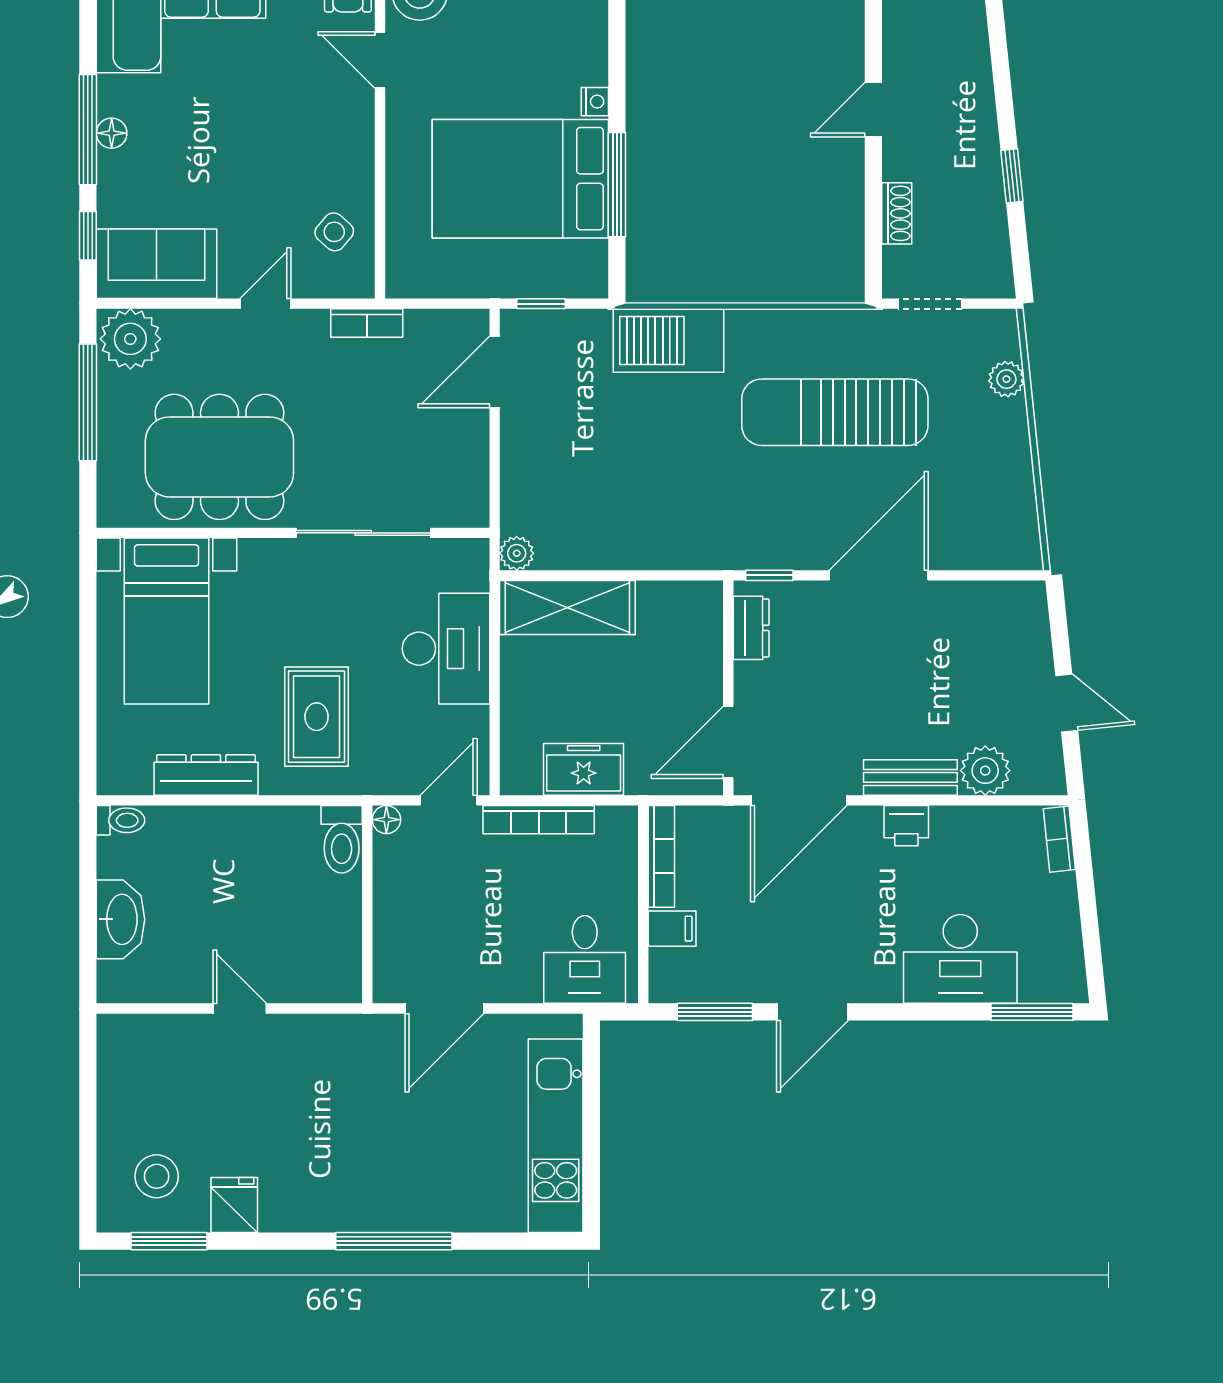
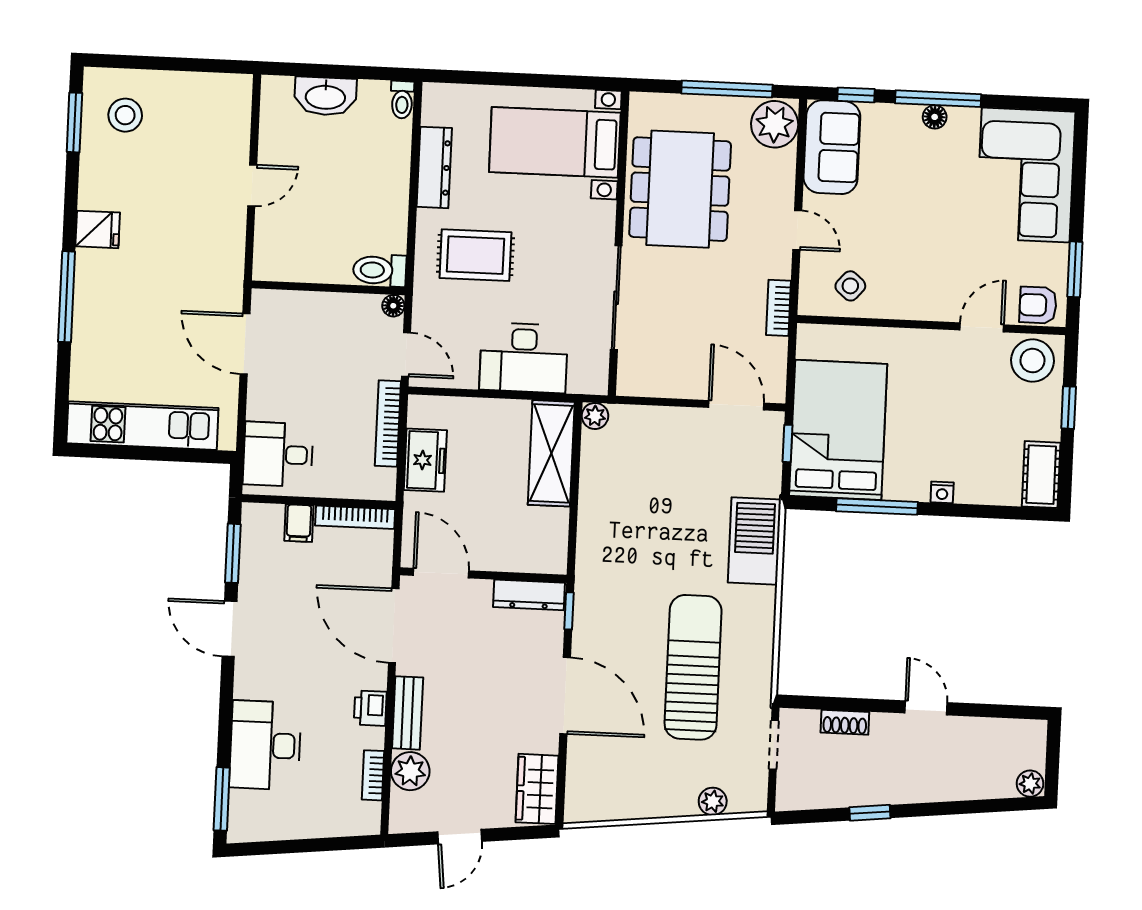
bed: (520, 179) -> (838, 430), moved
wardrobe: (1001, 606) -> (537, 789), added
dresser: (751, 628) -> (529, 595), width x1.44
bookcase: (1059, 839) -> (373, 775), moved, turned -84
fridge: (234, 1205) -> (98, 229), moved

